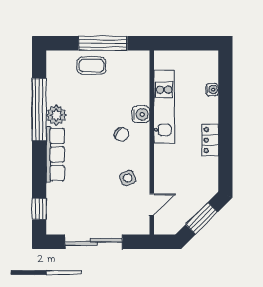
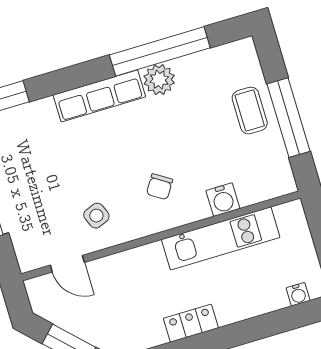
water cooler: (212, 90) -> (298, 294), moved
water cooler: (141, 114) -> (223, 200), moved

